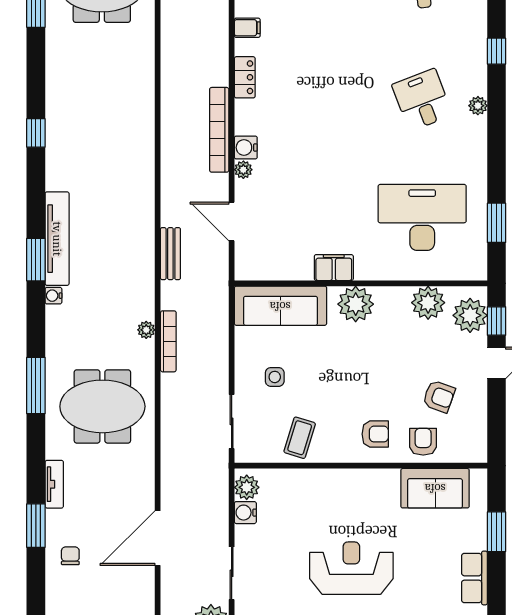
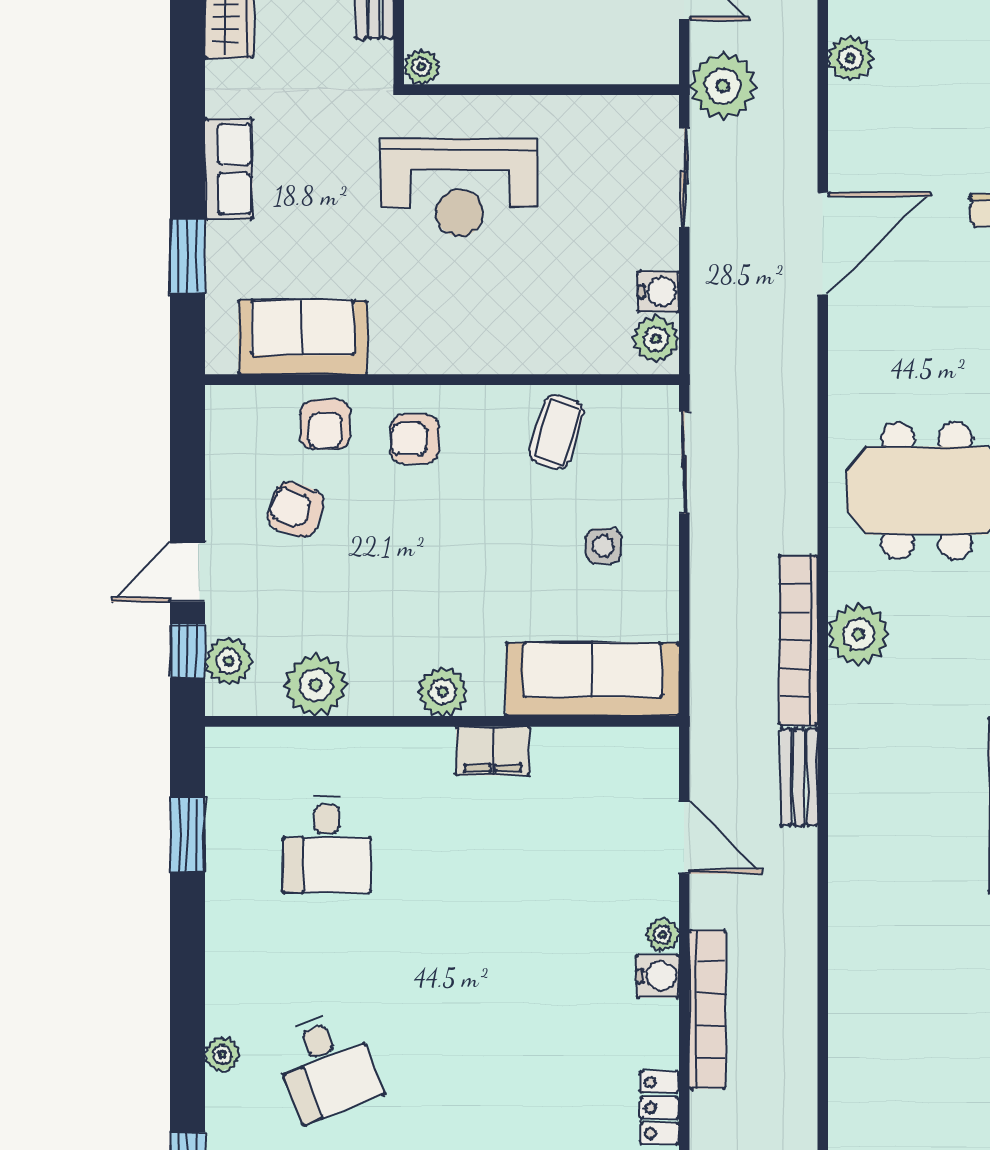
desk: (422, 217) -> (327, 845), width x0.53, depth x0.77
plant: (356, 304) -> (443, 692), width x0.73, depth x0.73
plant: (470, 315) -> (229, 661), width x0.73, depth x0.73
plant: (146, 330) -> (859, 634), width x1.87, depth x1.87
bookcase: (168, 341) -> (798, 640), width x1.48, depth x1.31

